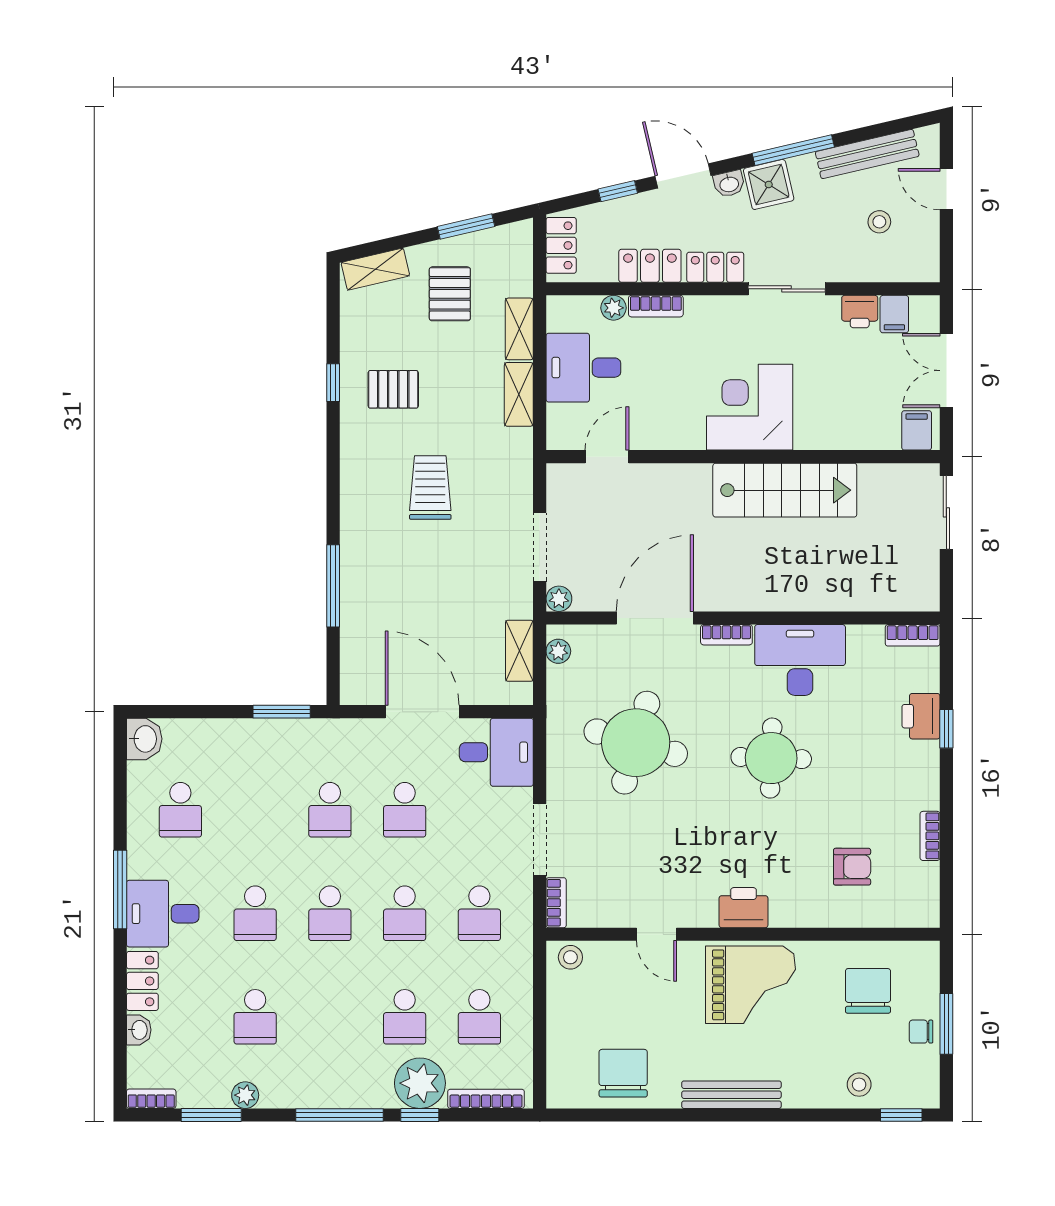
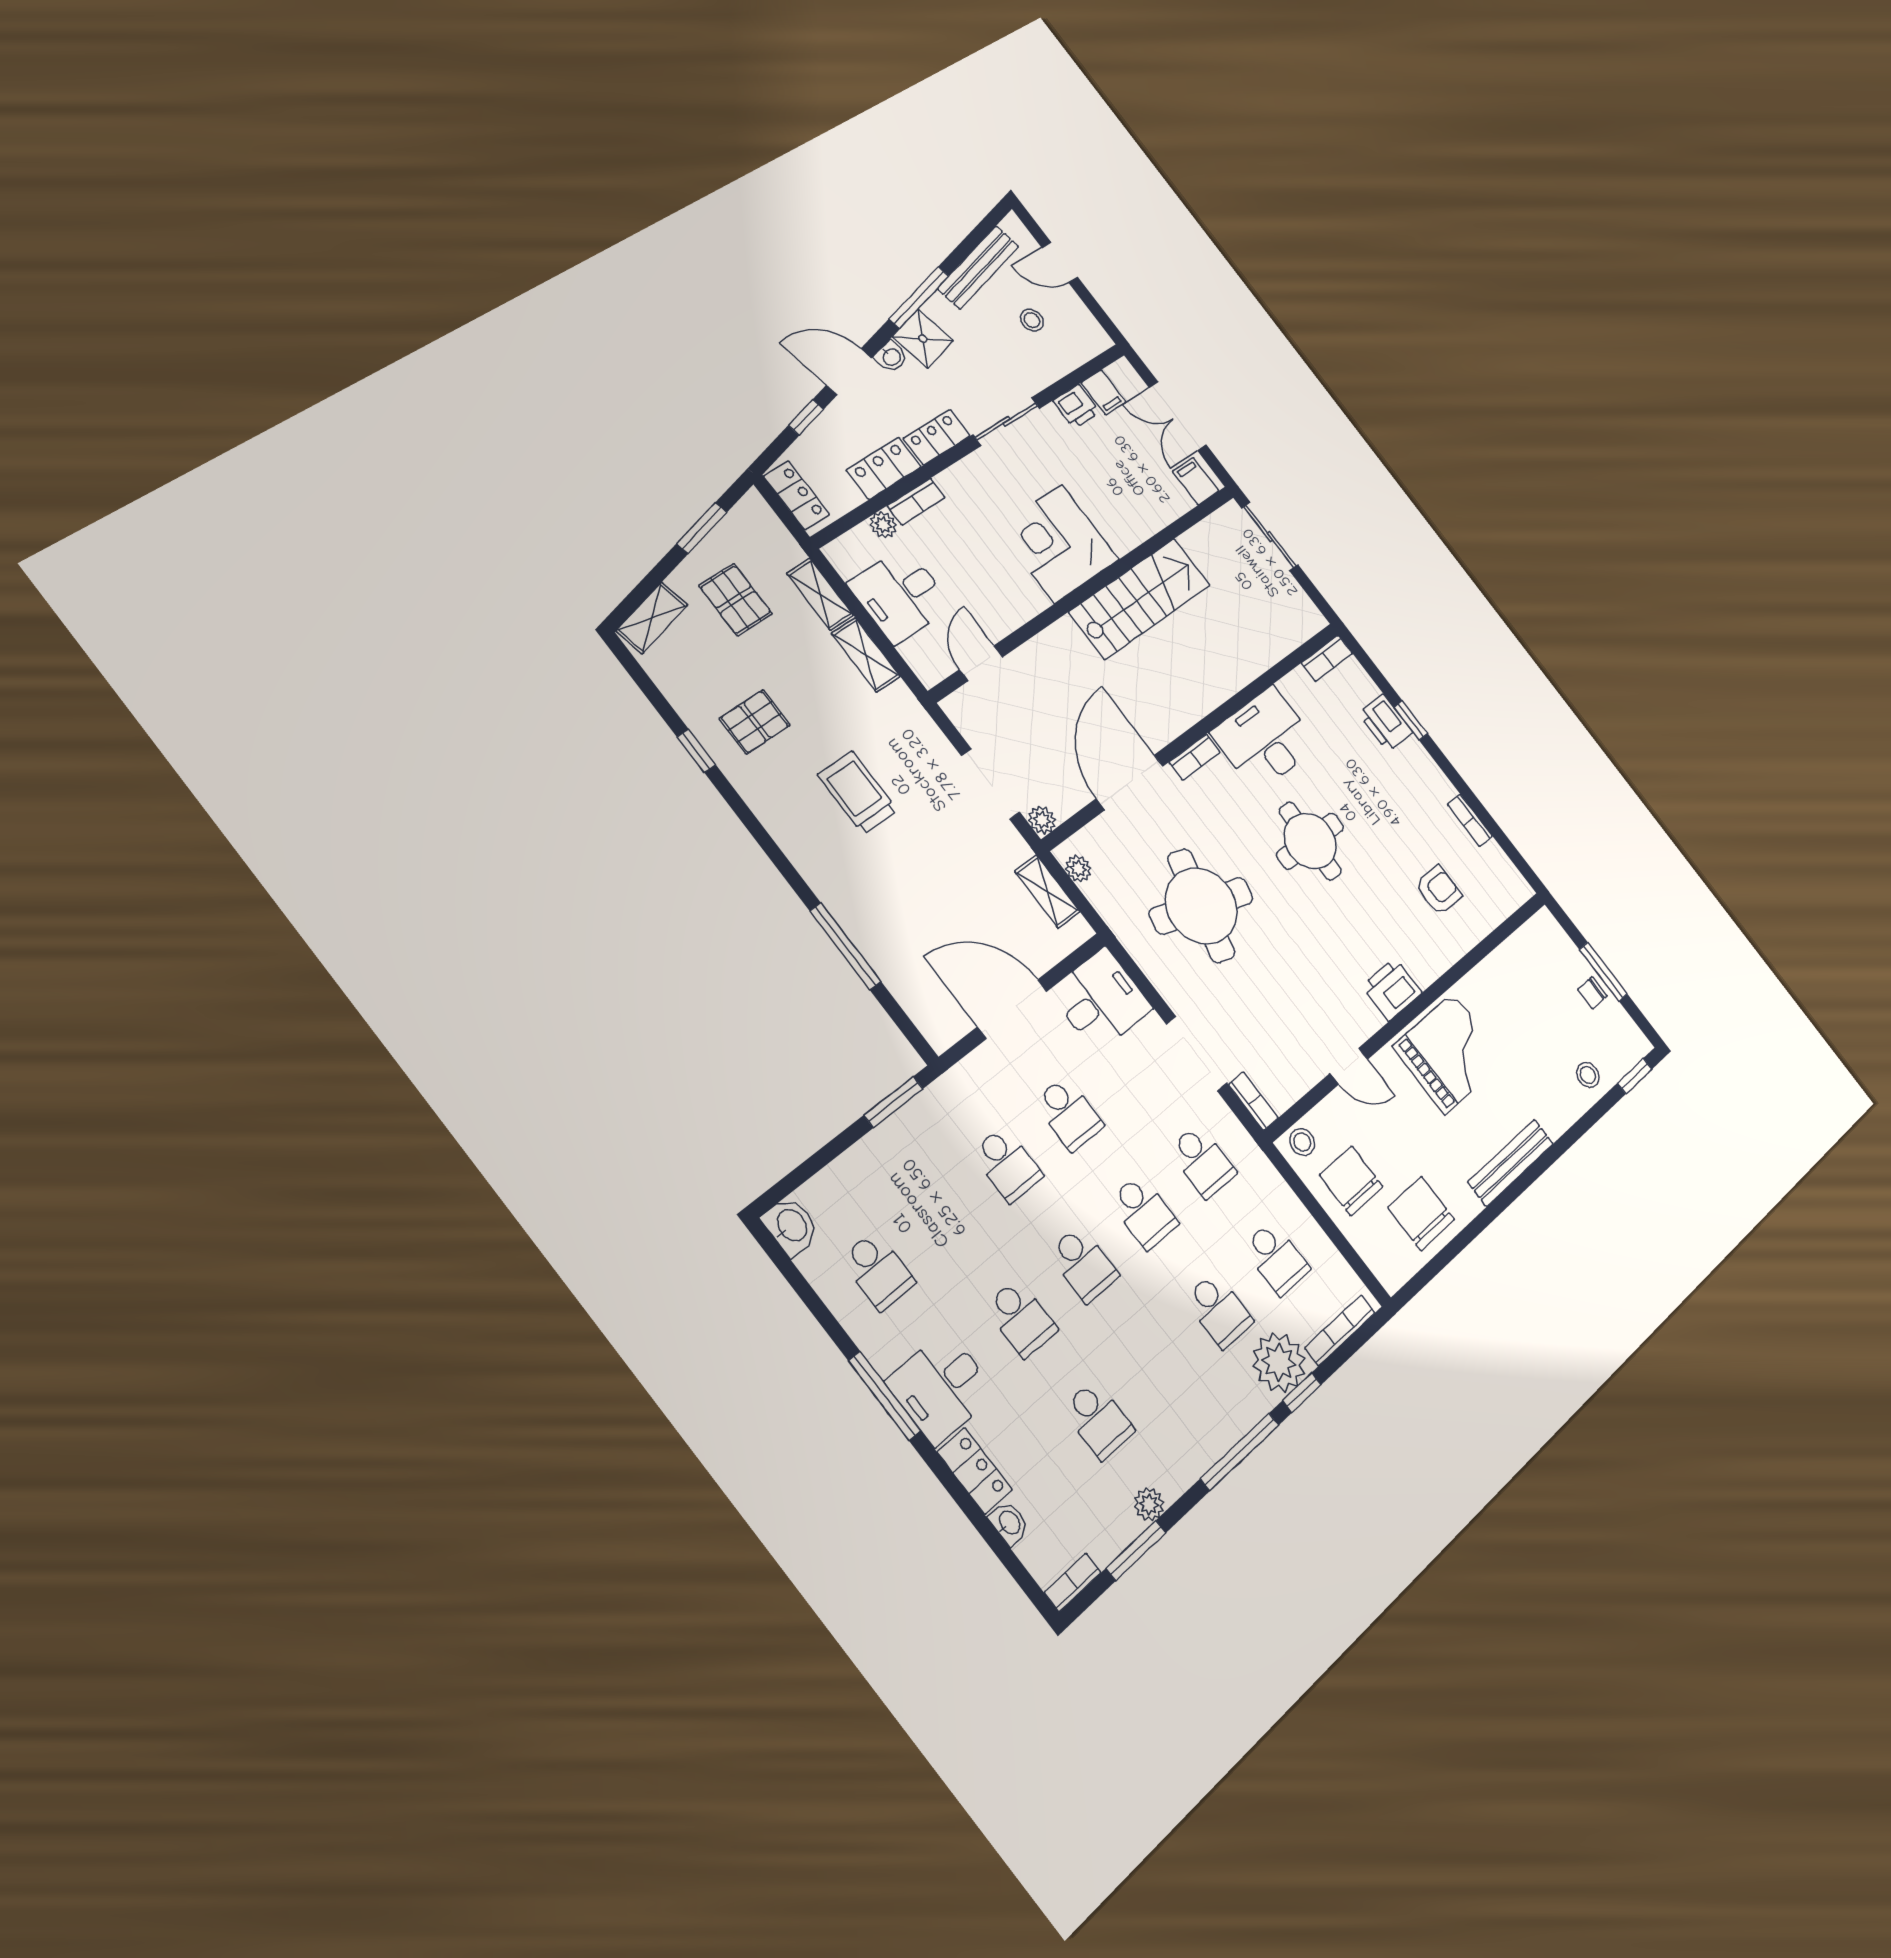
chair: (868, 991) -> (1351, 1181), moved

